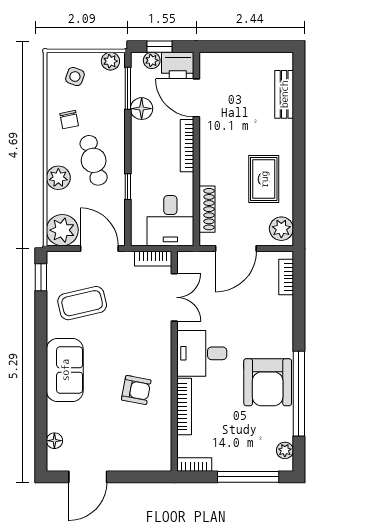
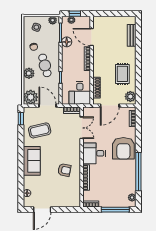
printer: (178, 65) -> (83, 22), removed
armchair: (268, 382) -> (123, 148), moved

